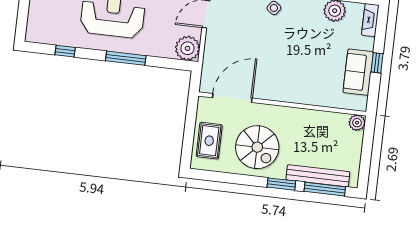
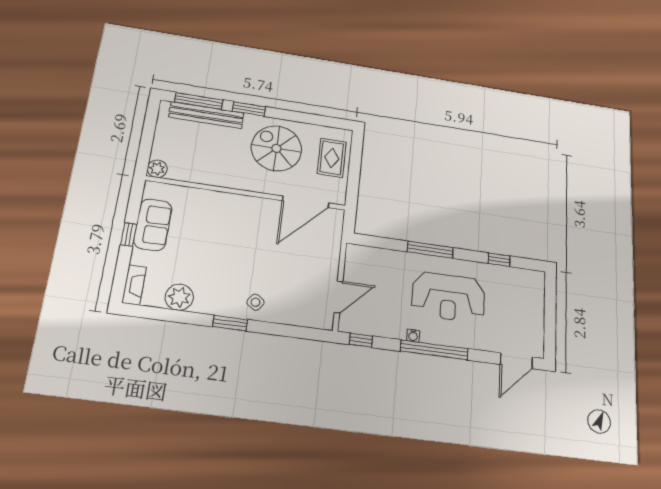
plant: (188, 48) -> (359, 258), removed

